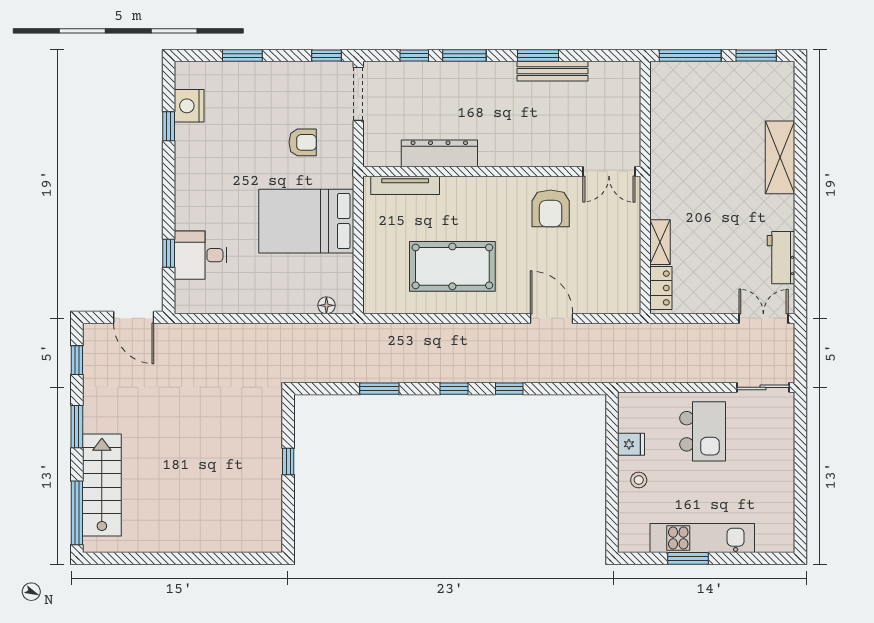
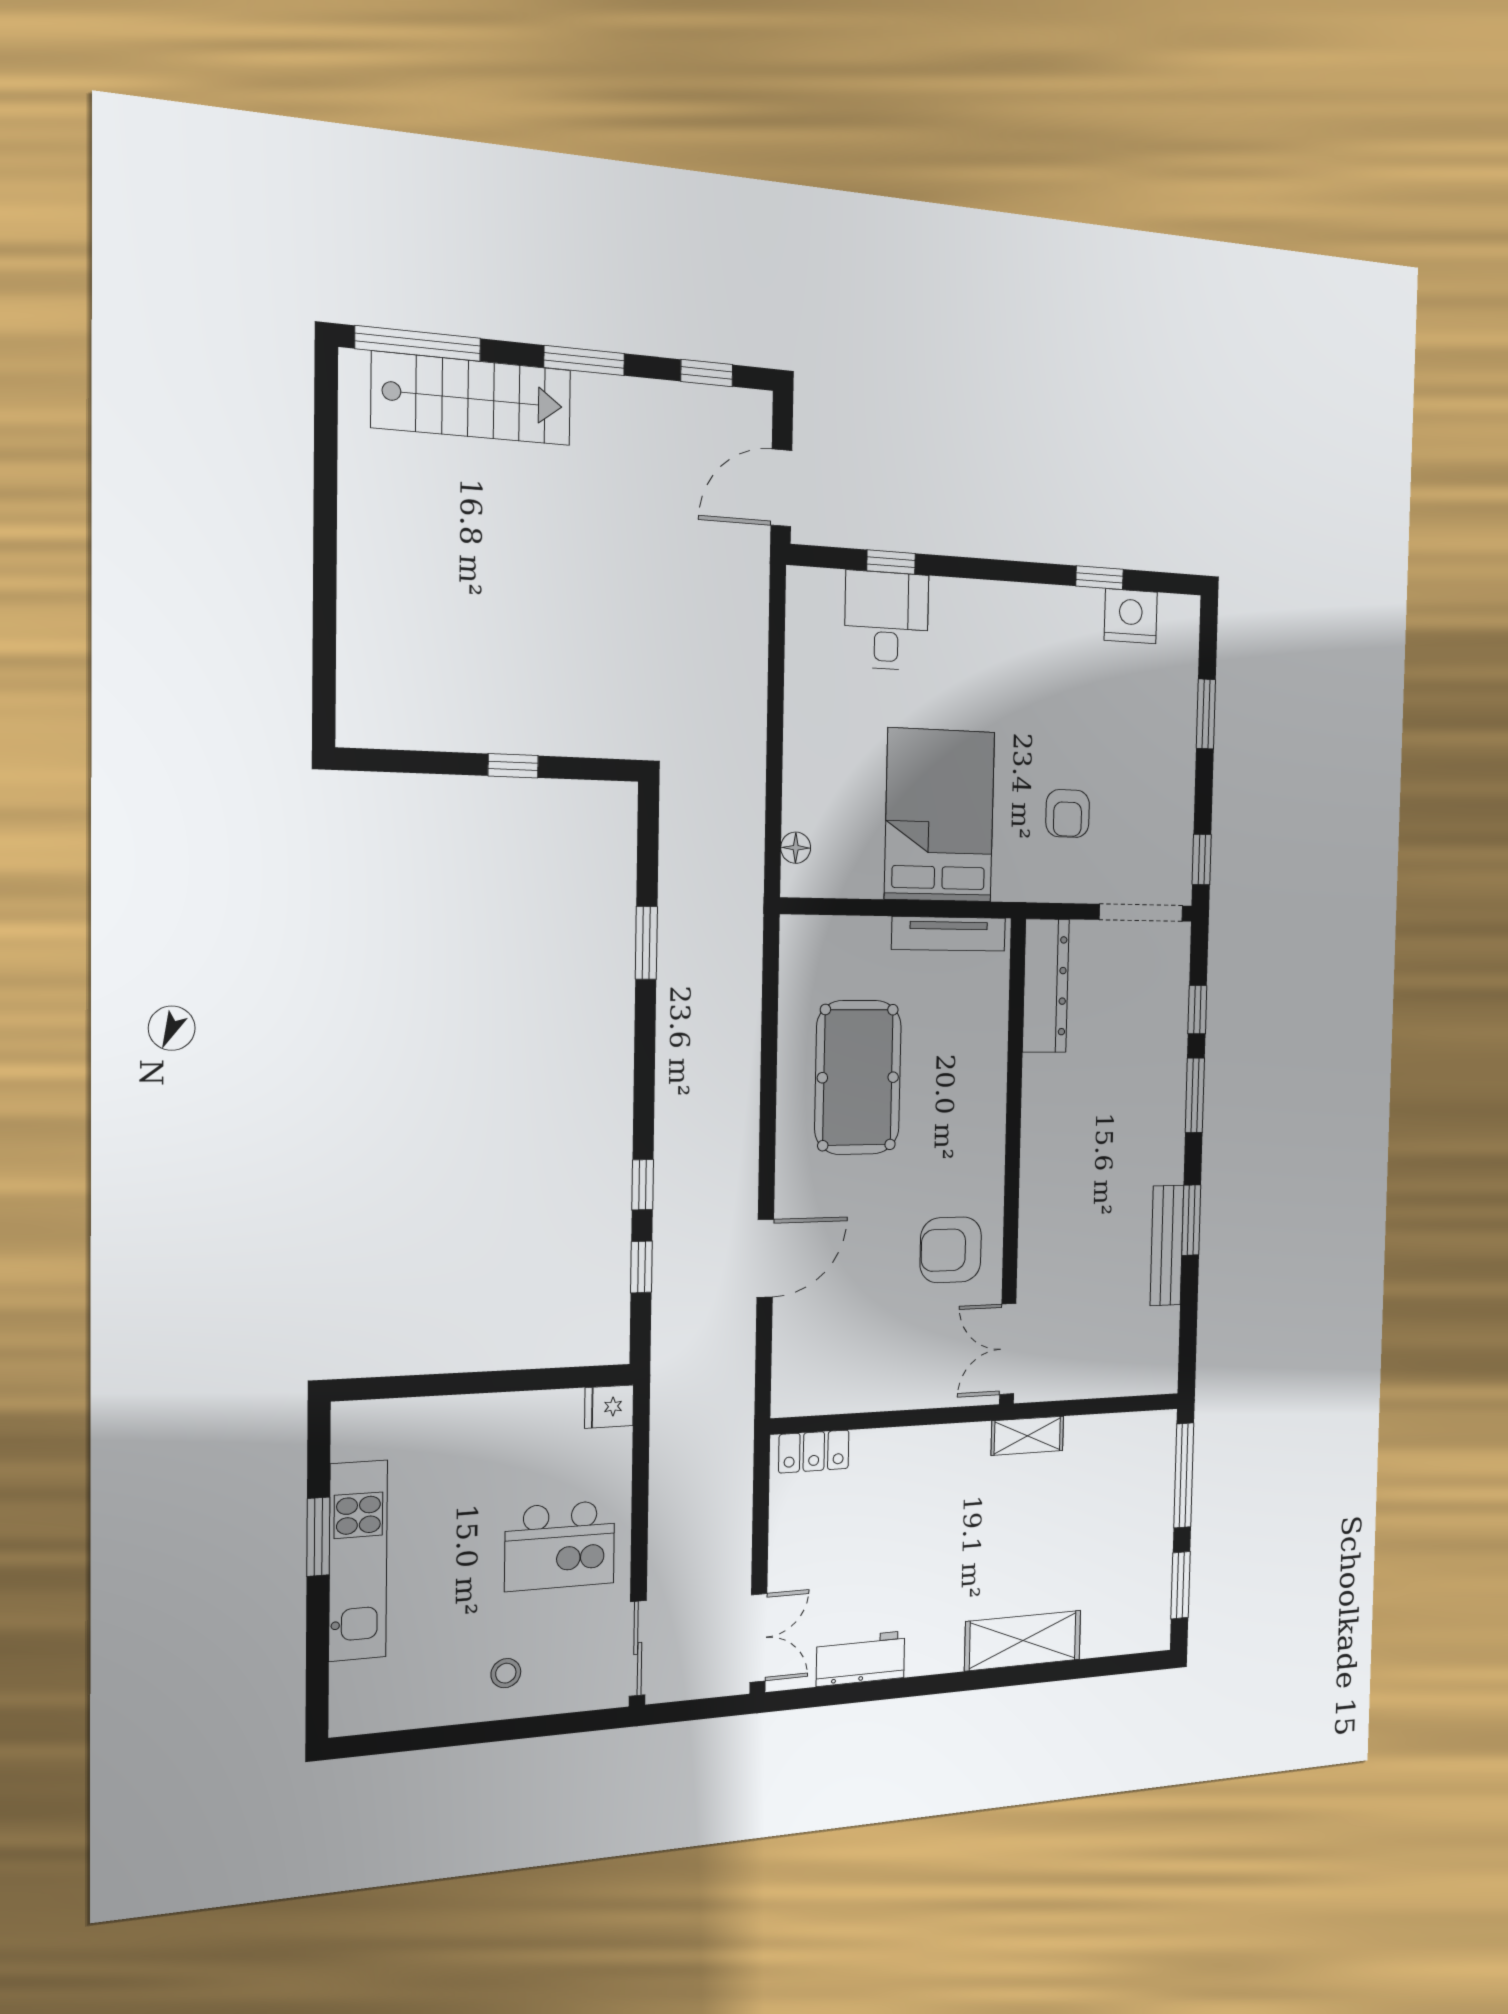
dresser: (439, 153) -> (1046, 986), moved
tv unit: (405, 185) -> (949, 934), moved, turned -90
shelving: (660, 242) -> (1027, 1436), moved
window: (454, 389) -> (641, 1267), moved
fridge: (631, 444) -> (609, 1407), moved, turned 90
stool: (639, 480) -> (506, 1673), moved

